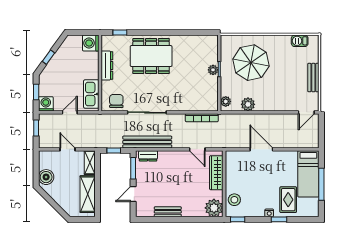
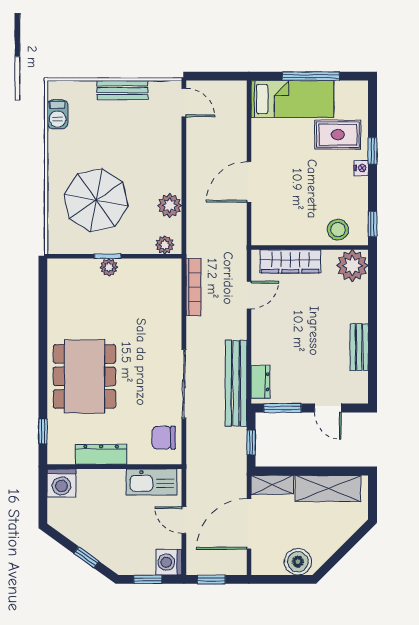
door: (67, 149) -> (249, 524), width x1.87

